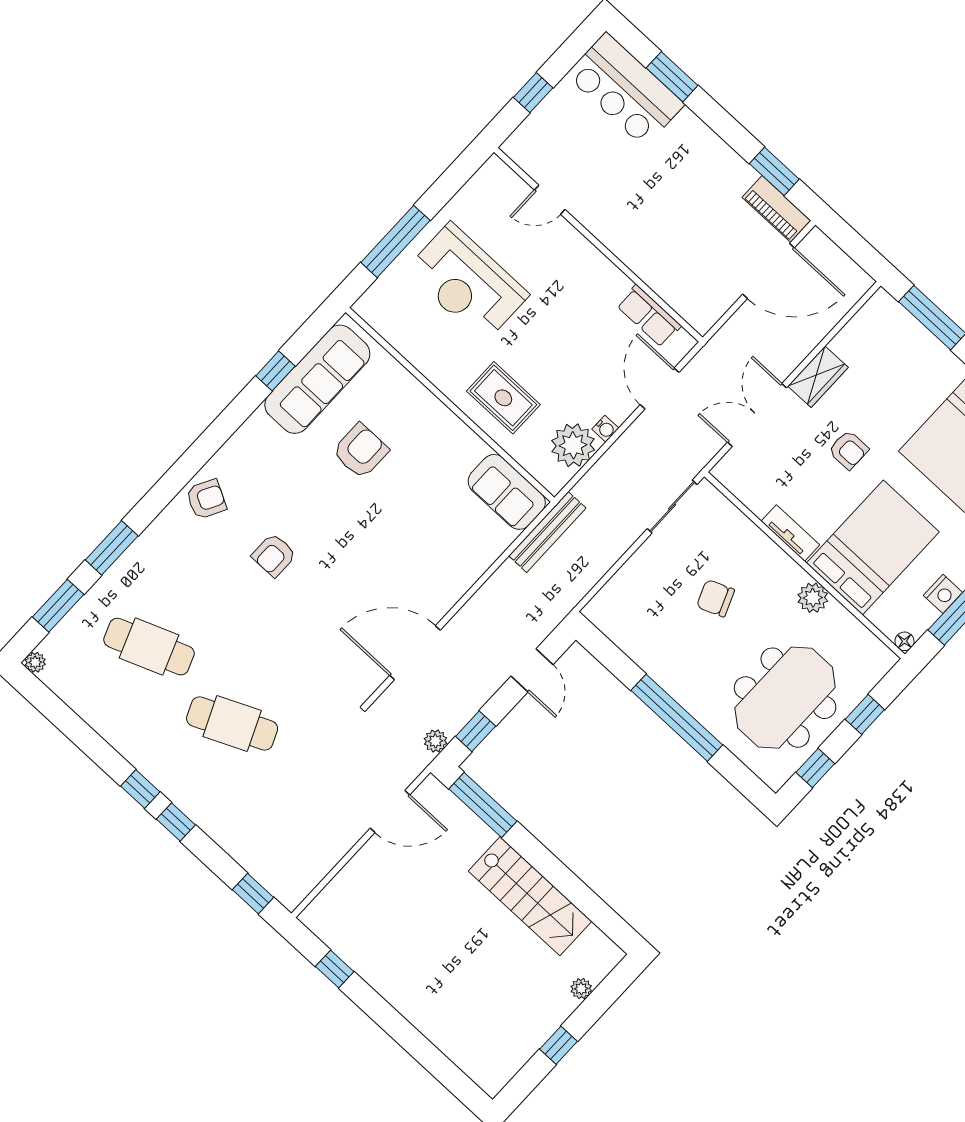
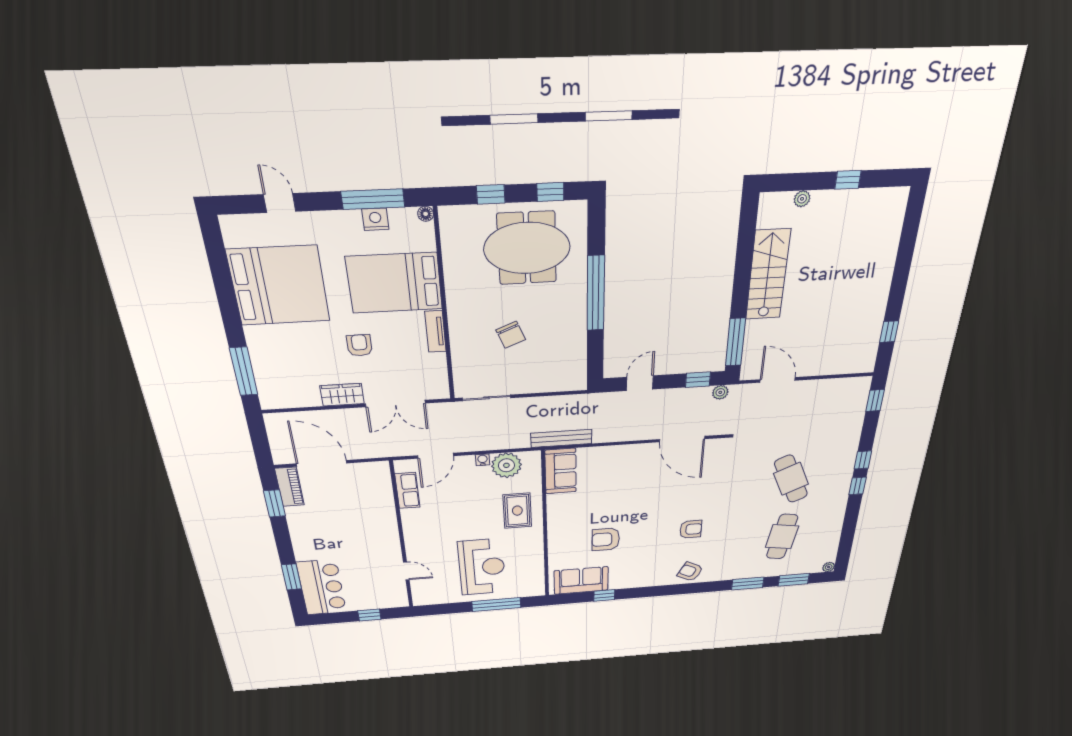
sofa: (317, 379) -> (581, 580), width x0.73
plant: (813, 598) -> (457, 287), removed
cafe table: (149, 647) -> (782, 537), turned 30

